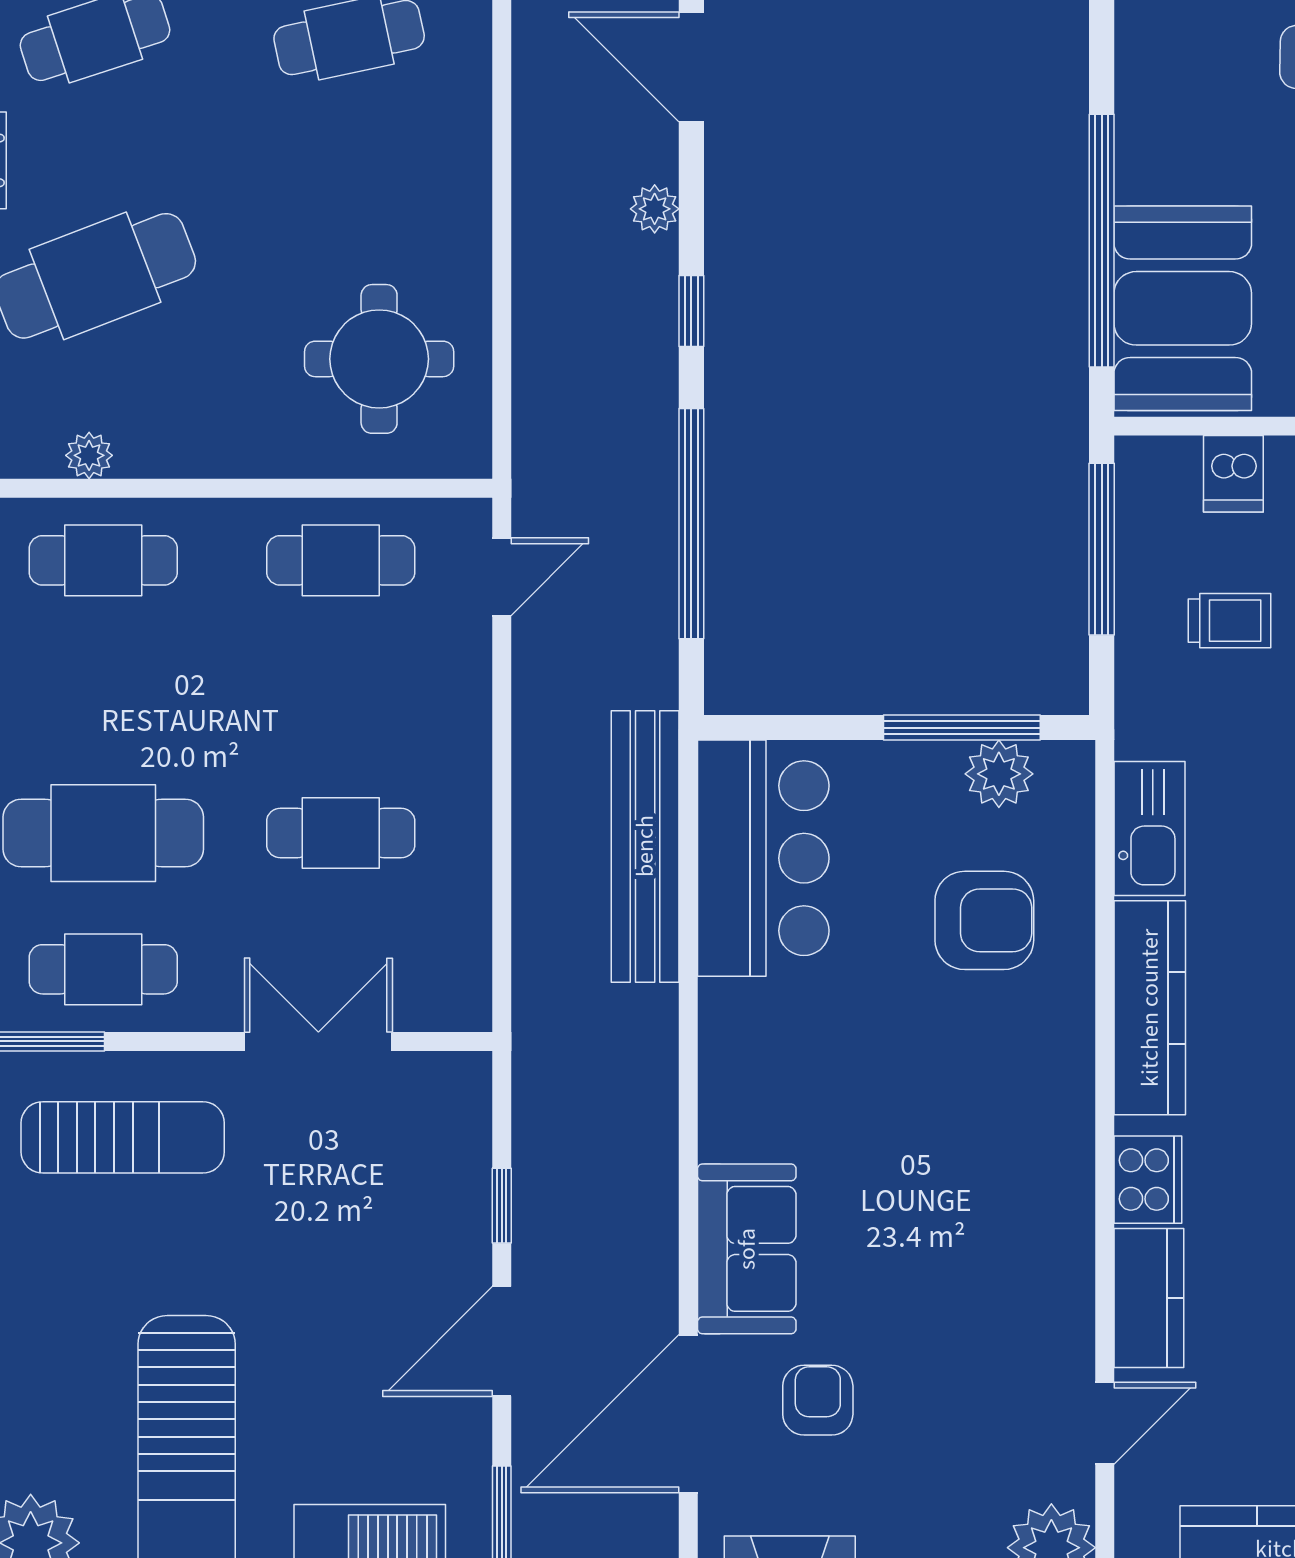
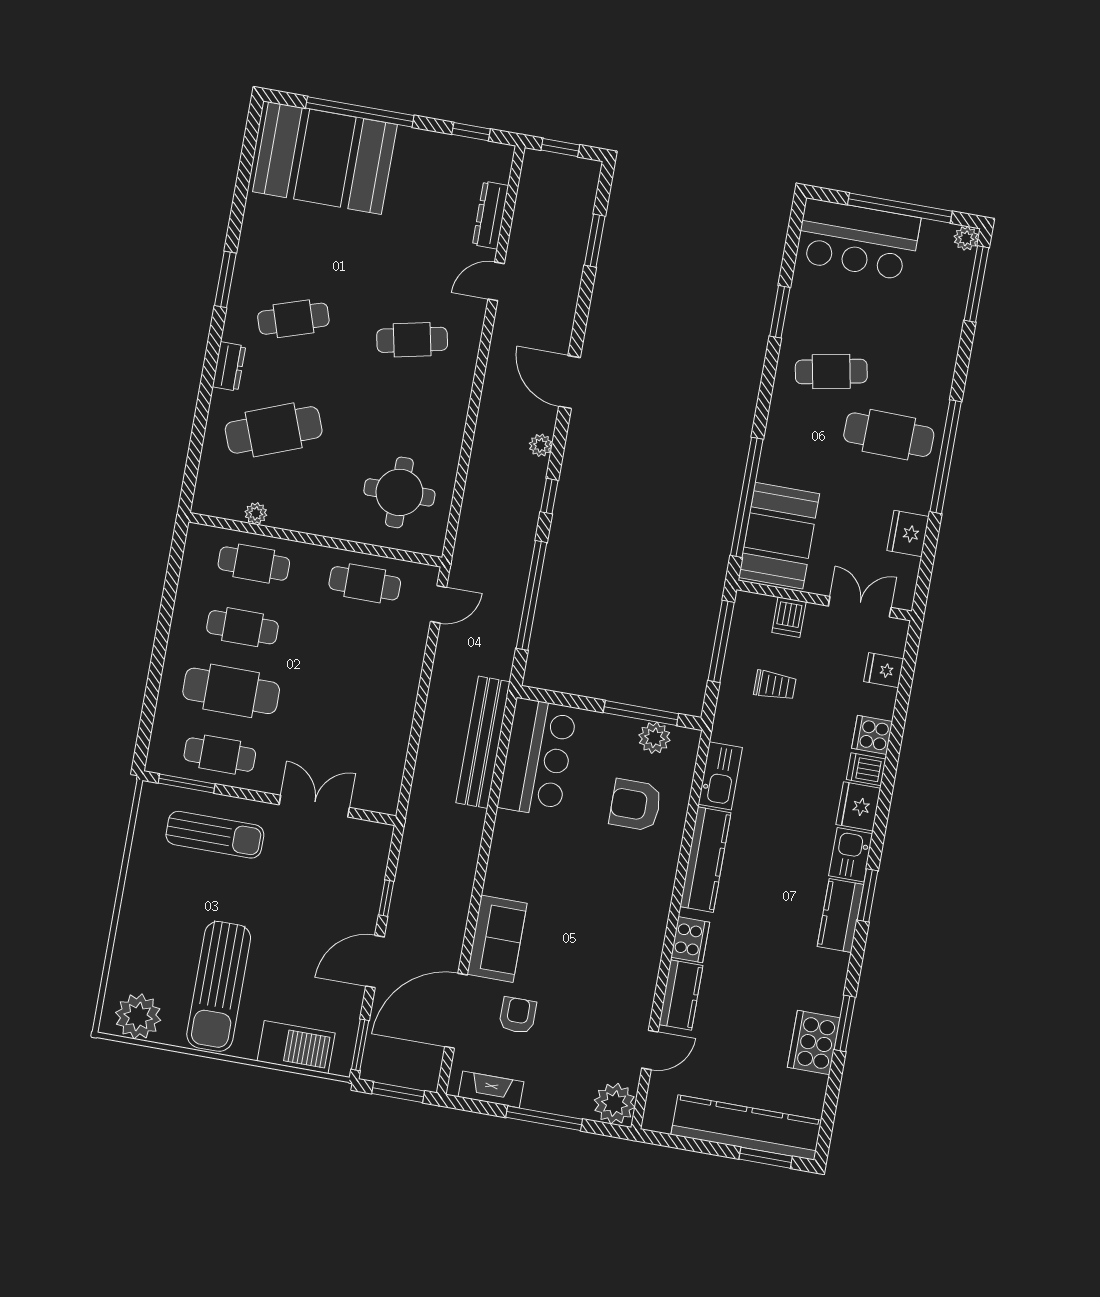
cafe table: (341, 833) -> (242, 627), moved
armchair: (984, 920) -> (635, 805), turned 180

